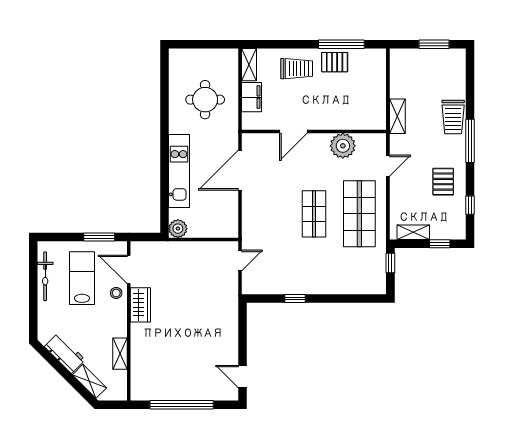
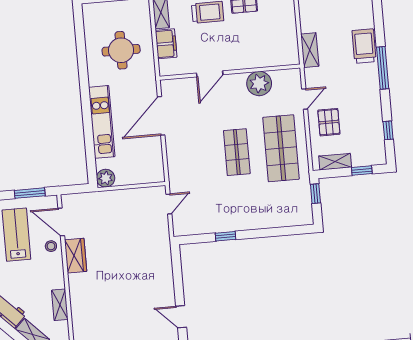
trolley: (453, 117) -> (364, 46), turned 180
pallet: (443, 182) -> (329, 122), moved

